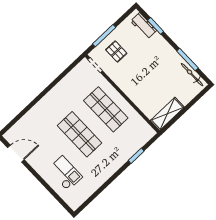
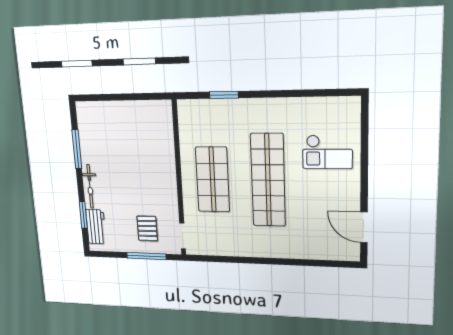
bicycle: (192, 75) -> (90, 186), moved
shelving: (167, 114) -> (147, 110), removed
shop shelf: (79, 134) -> (268, 180), width x1.40
checkout: (65, 173) -> (327, 152), turned -90

